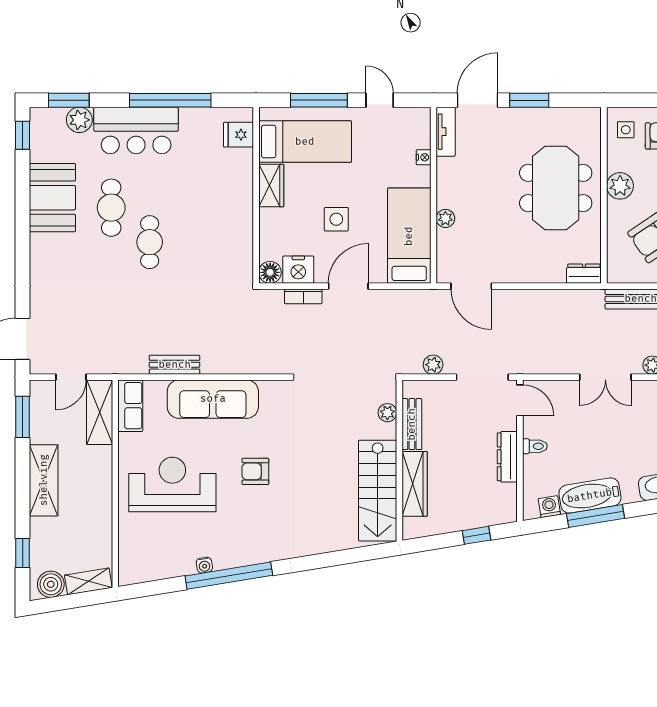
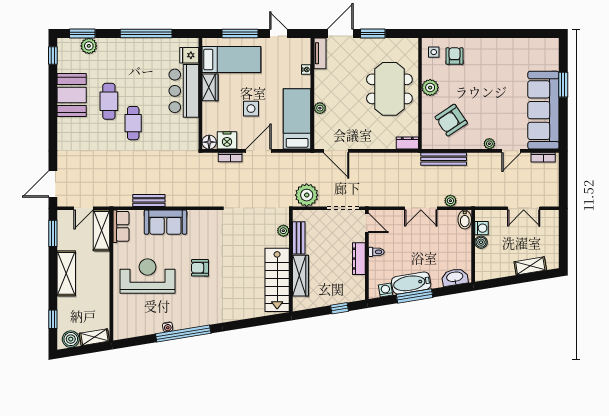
bar counter: (136, 130) -> (184, 91), moved, turned 90
plant: (433, 365) -> (307, 195), width x1.88, depth x1.88
sofa: (213, 399) -> (165, 222), width x0.73

